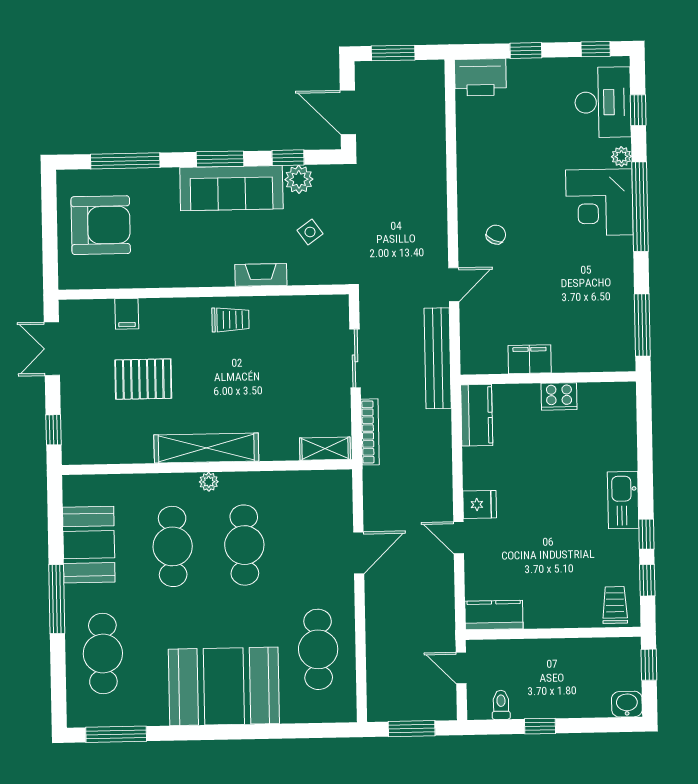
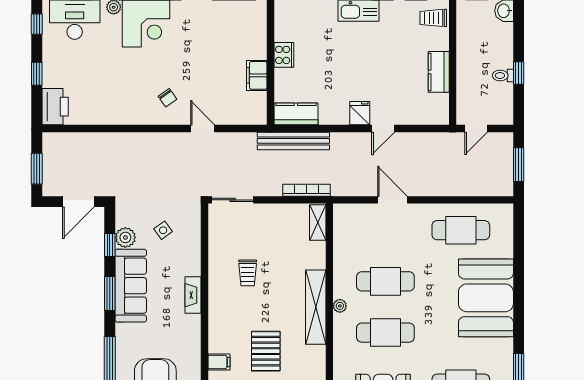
chair: (496, 235) -> (167, 98), turned -150
fireplace: (261, 275) -> (193, 295), moved
trolley: (230, 320) -> (248, 273), moved, turned 180
sliding door: (355, 358) -> (233, 200), moved
bench: (438, 358) -> (293, 141), moved
kitchen counter: (494, 615) -> (439, 72), moved
toilet: (501, 705) -> (503, 75), moved

